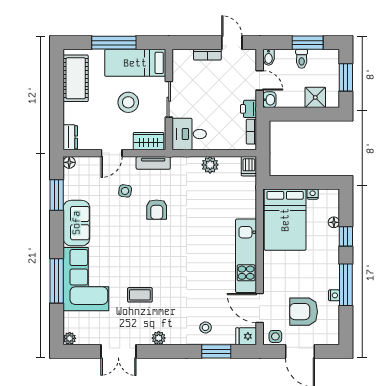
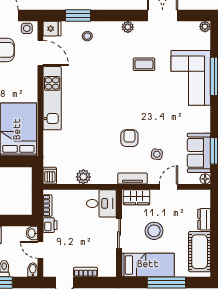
dresser: (70, 137) -> (204, 219), moved
sofa: (76, 223) -> (199, 153), moved

